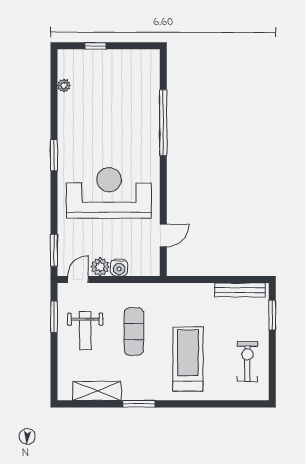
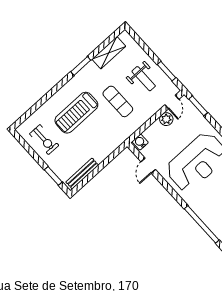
water cooler: (119, 268) -> (140, 142), moved
weight bench: (85, 331) -> (144, 79), turned 180
treadmill: (188, 359) -> (76, 113), turned 90

